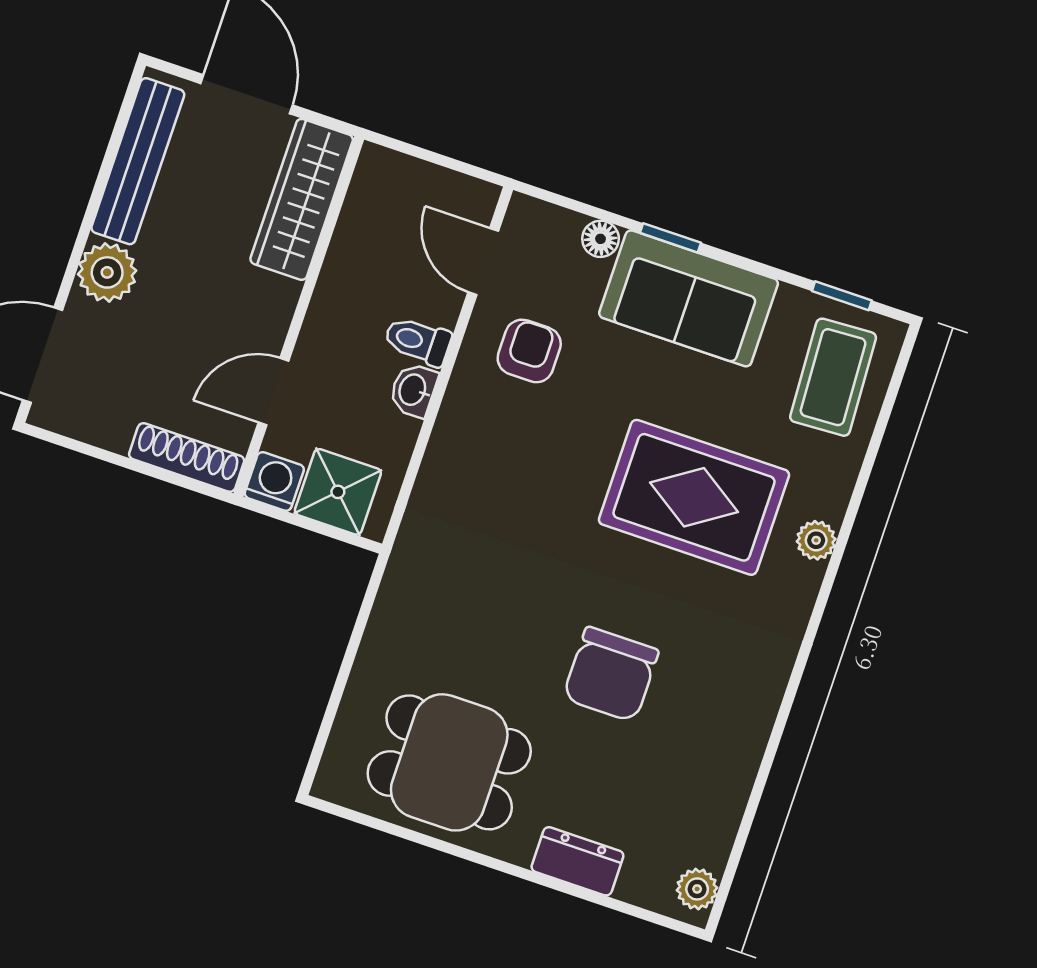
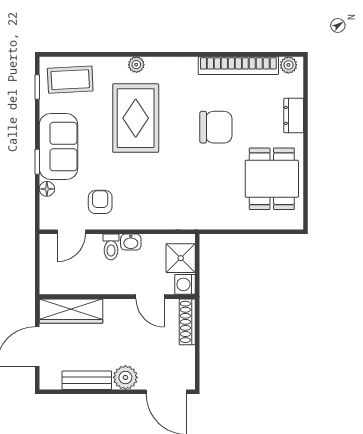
bench: (138, 161) -> (87, 380), width x0.73
armchair: (529, 351) -> (100, 202), turned 90
bookcase: (735, 773) -> (238, 66), added

